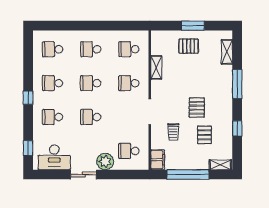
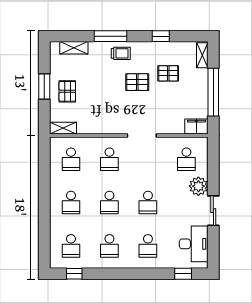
shelving: (156, 67) -> (63, 128), moved
window: (28, 98) -> (74, 274), moved
trolley: (173, 132) -> (121, 53), moved

